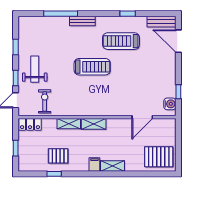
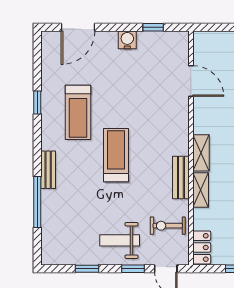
bench: (161, 22) -> (181, 177), moved
water cooler: (170, 104) -> (127, 40), moved

